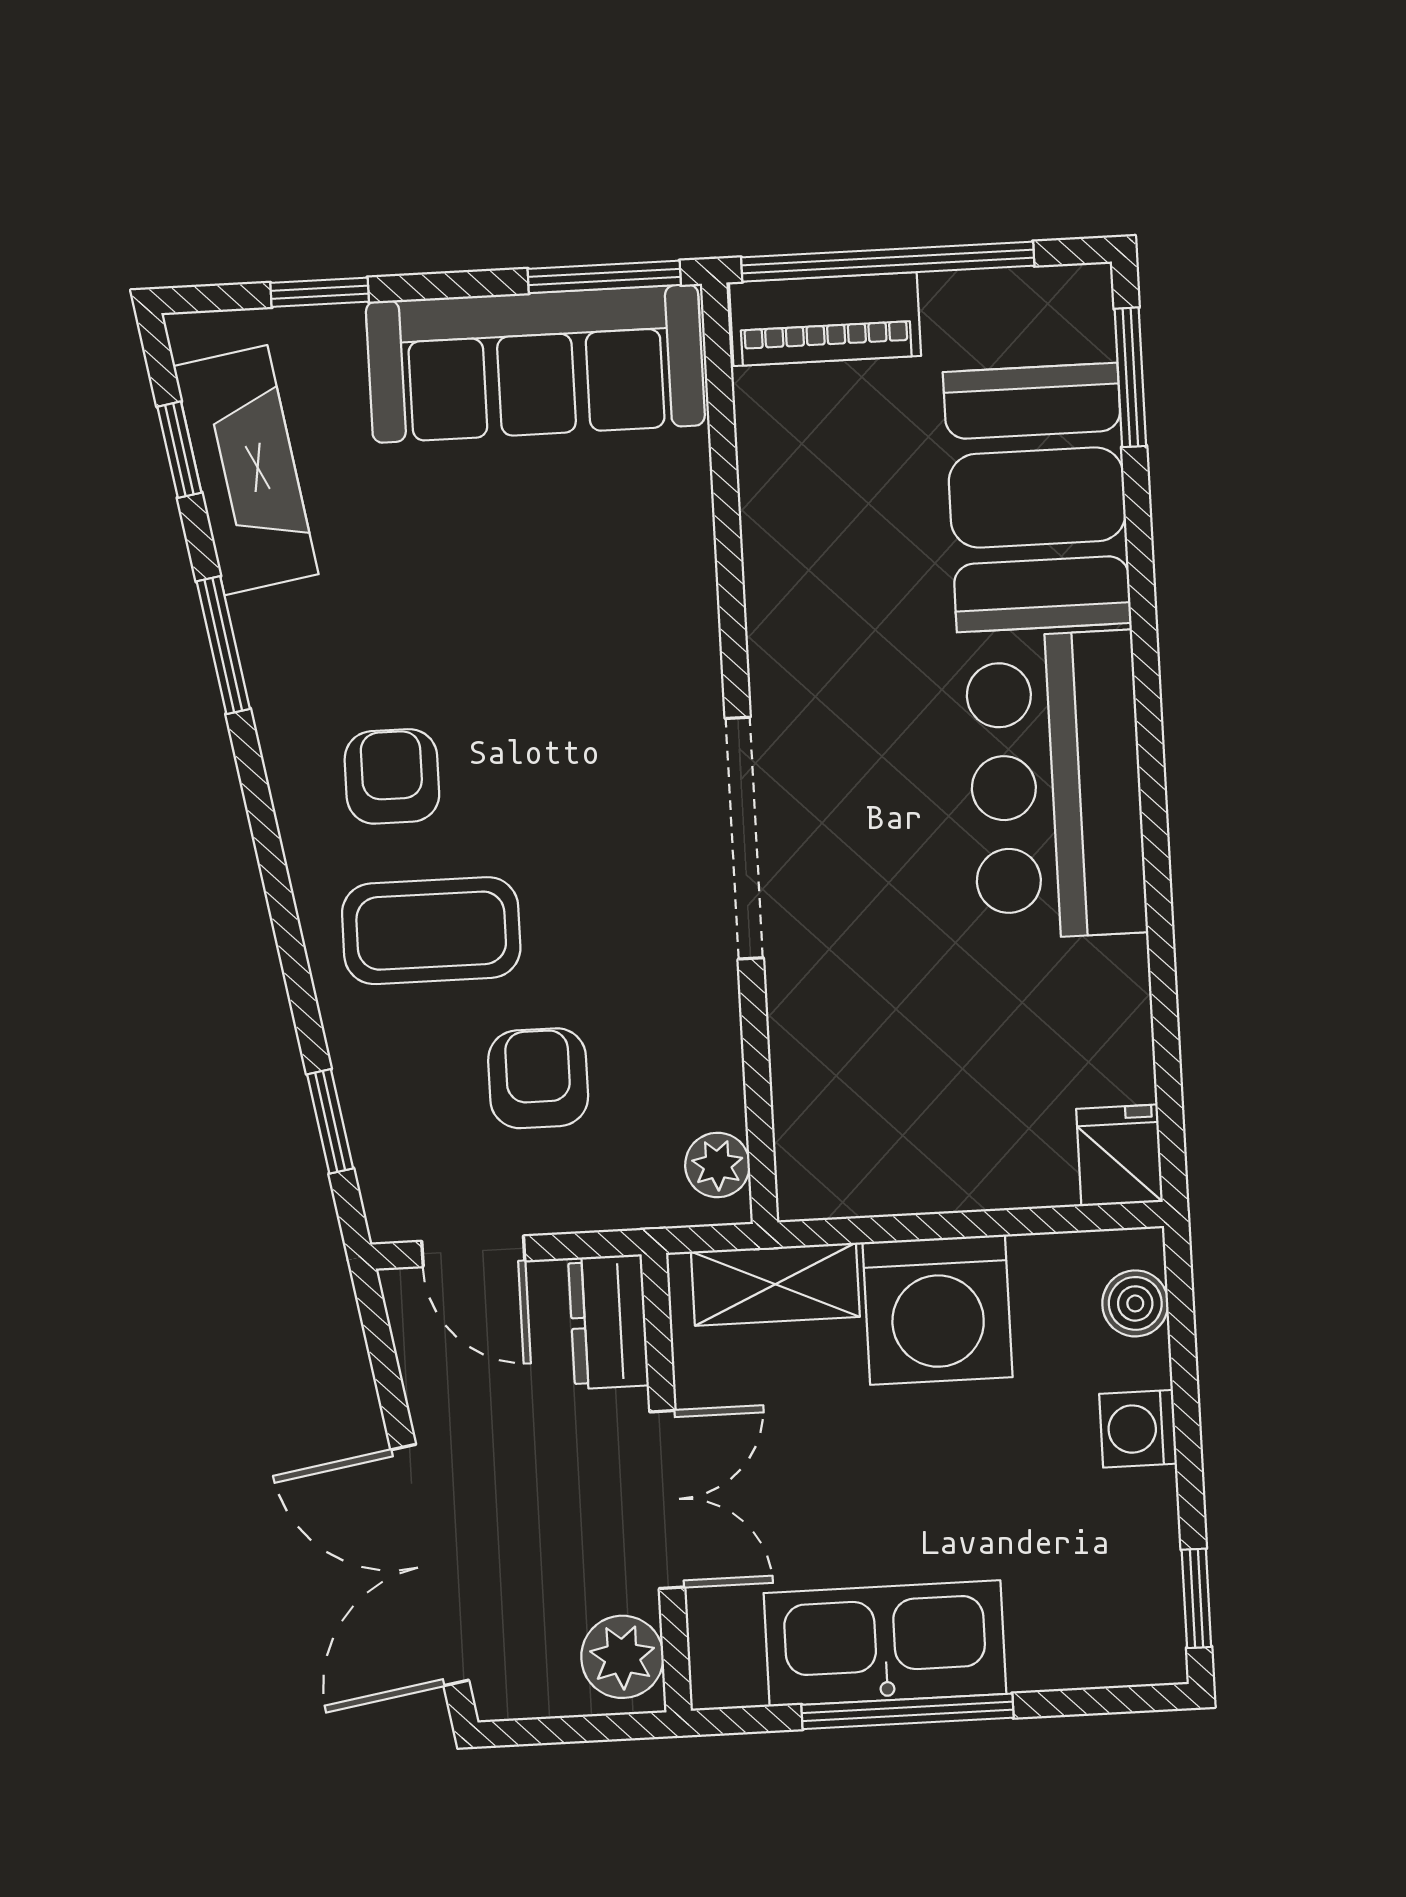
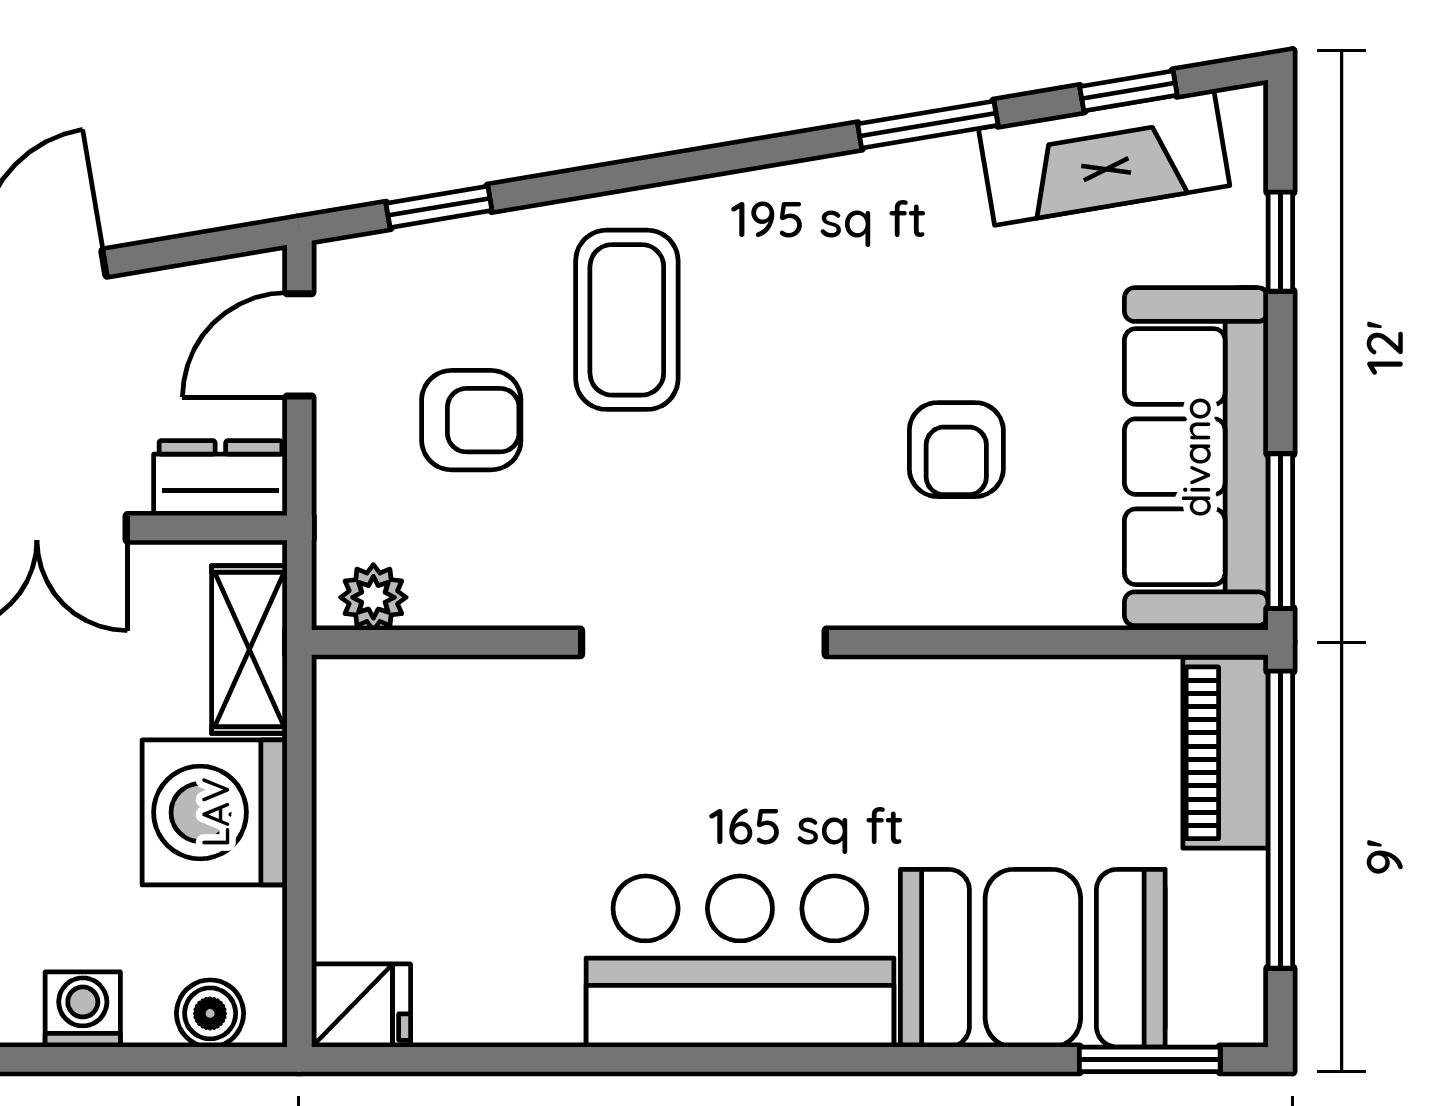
armchair: (392, 776) -> (956, 450), moved, turned 90

